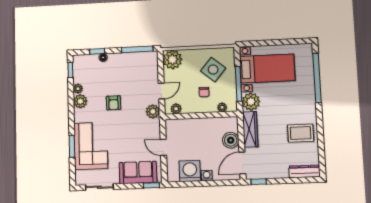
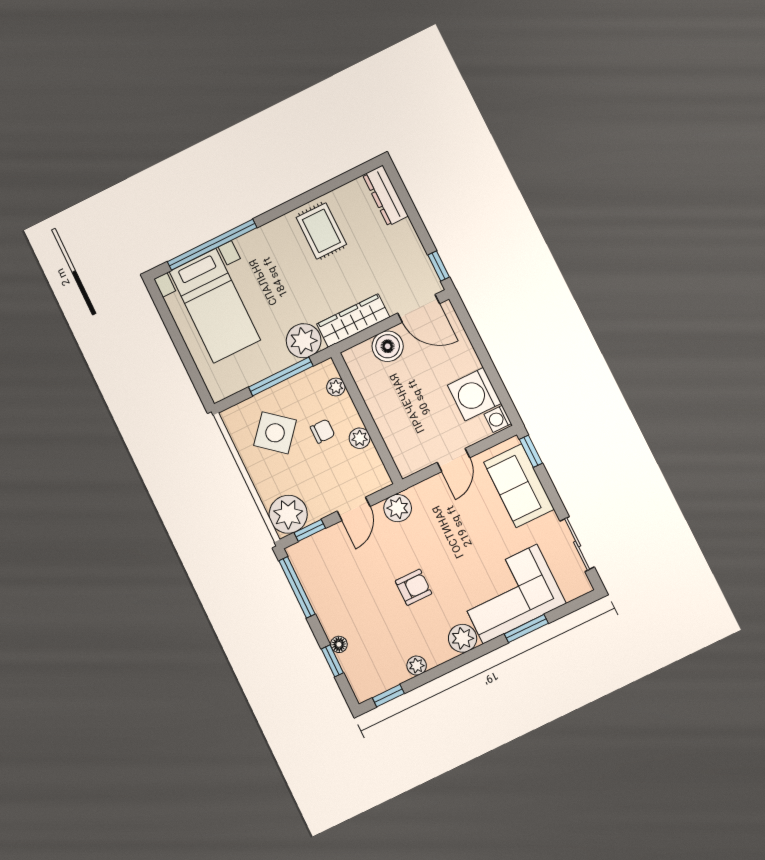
window: (161, 66) -> (310, 530), added
bed with nightstands: (267, 68) -> (215, 306), moved, turned 180
door: (161, 91) -> (354, 509), swing flipped
plant: (80, 101) -> (463, 638), moved
plant: (176, 109) -> (360, 438), moved
washing machine: (207, 176) -> (498, 419), moved

